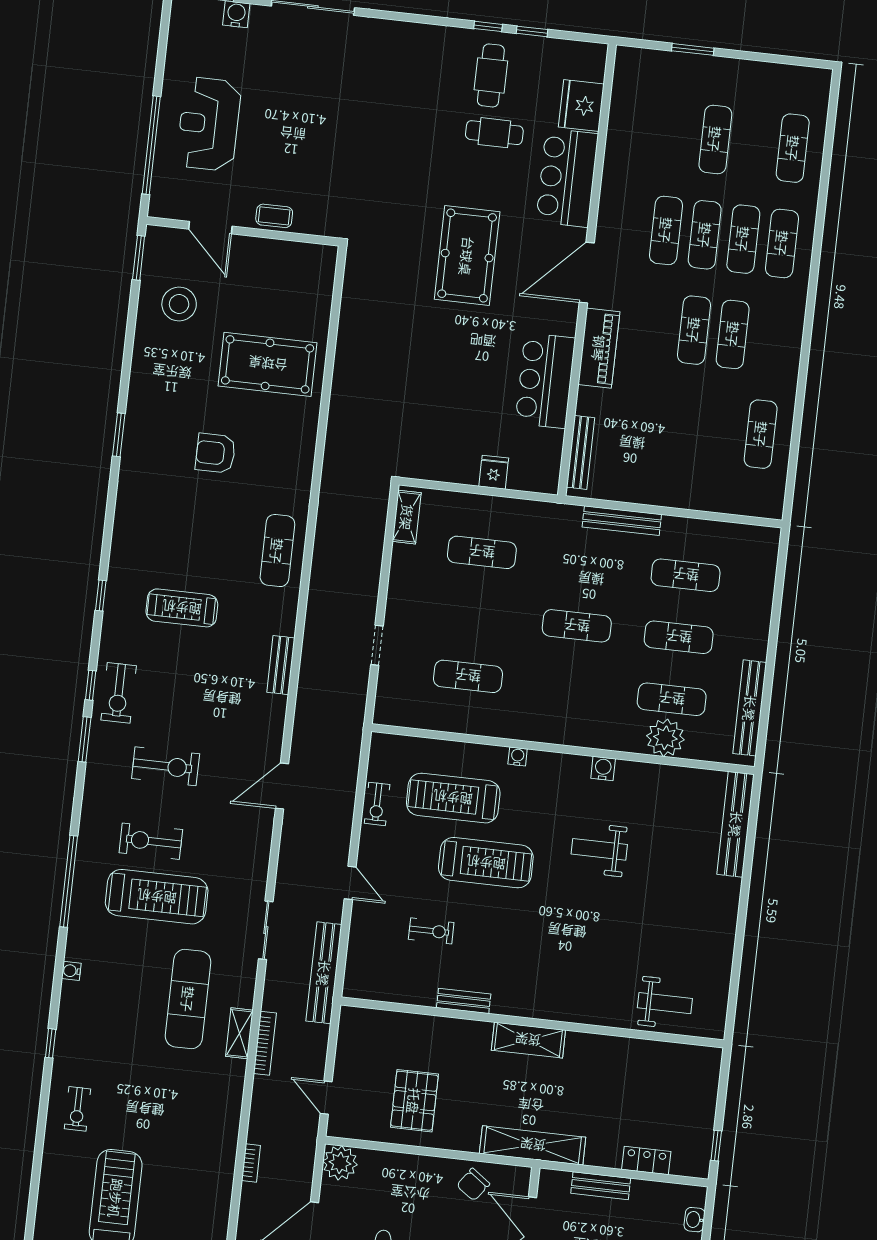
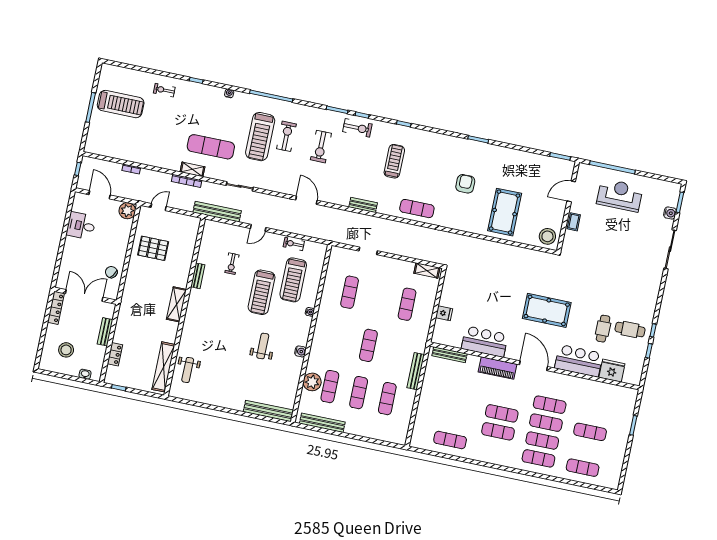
stool: (179, 304) -> (547, 236), moved
exercise bike: (119, 693) -> (357, 128), turned 180
treadmill: (453, 798) -> (293, 280), turned 180
shelving: (533, 1145) -> (164, 367), moved

